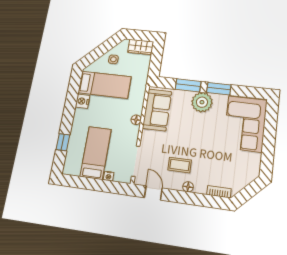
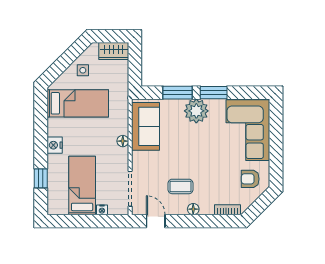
nightstand: (82, 101) -> (55, 145), moved
armchair: (242, 167) -> (250, 179), added

